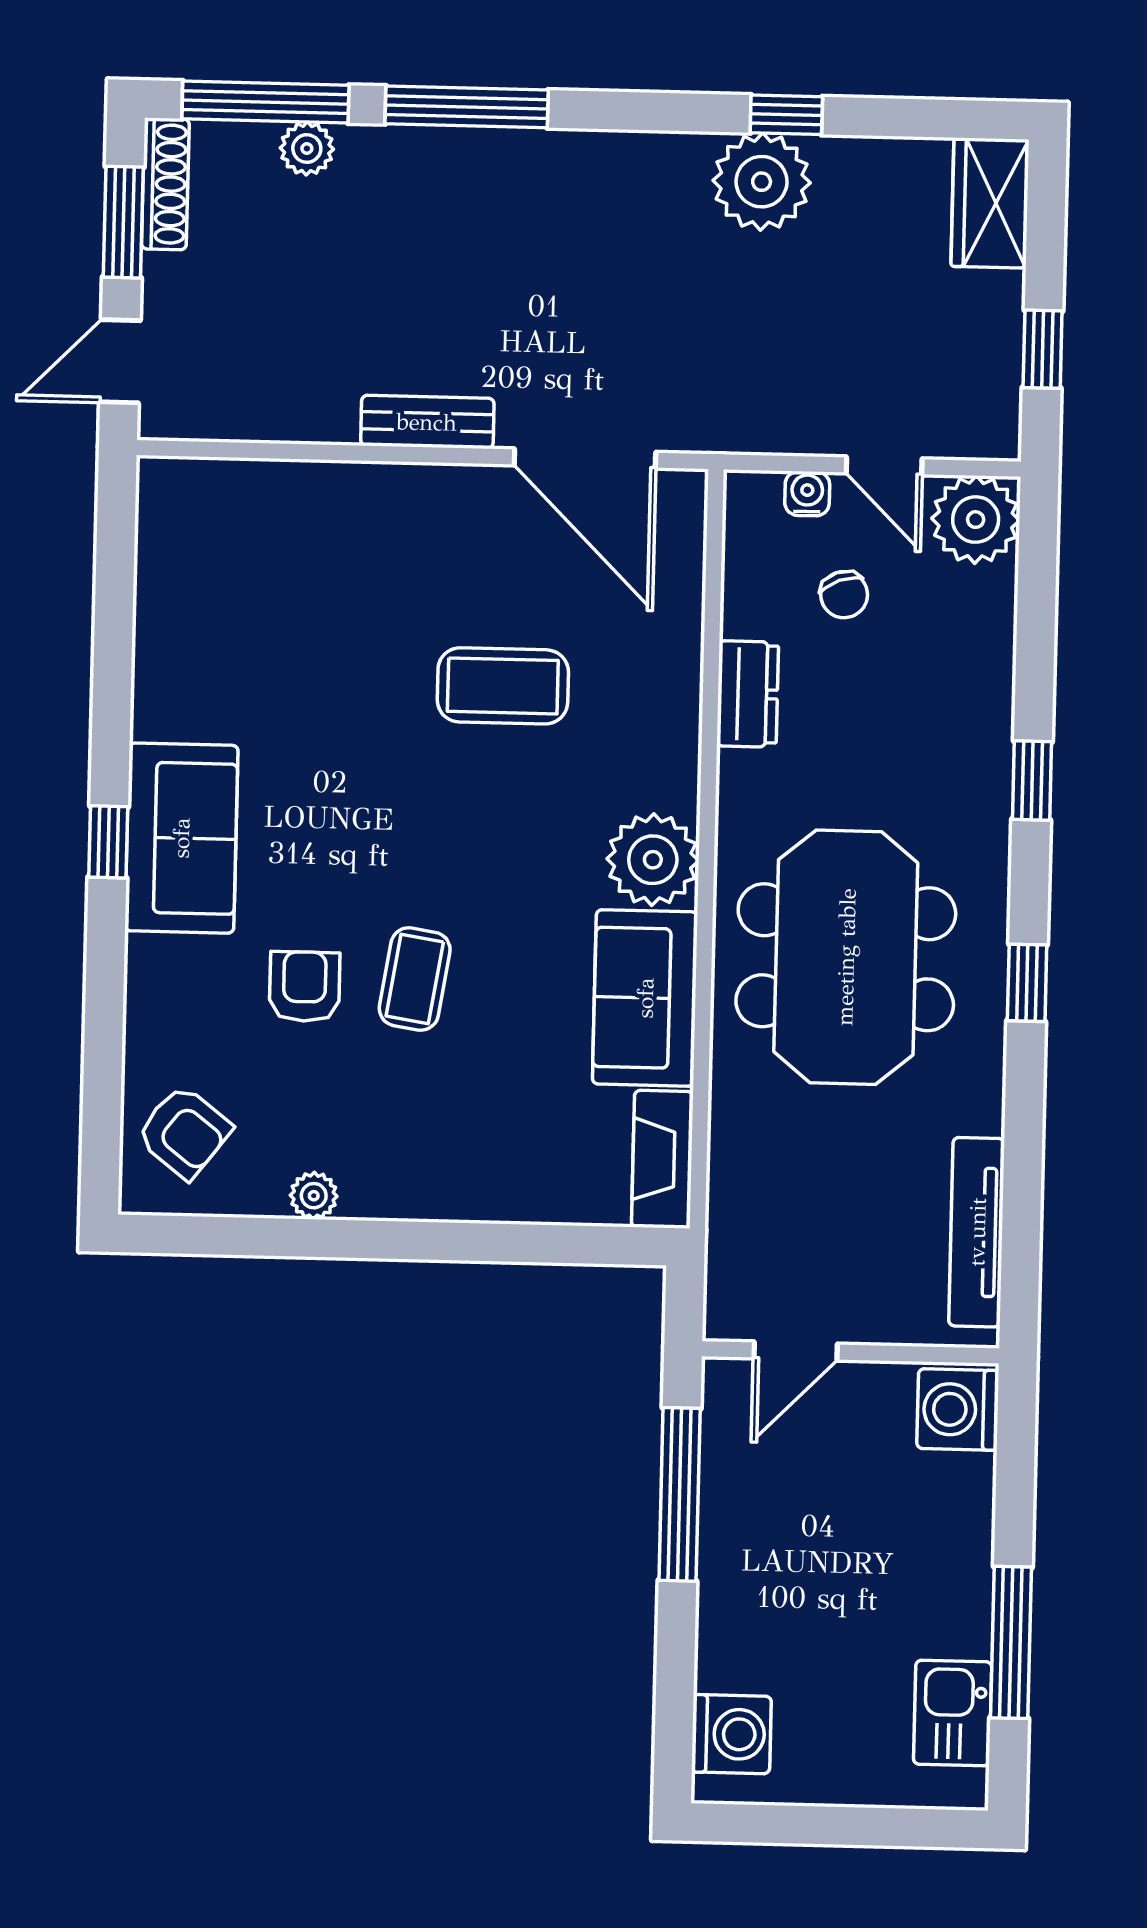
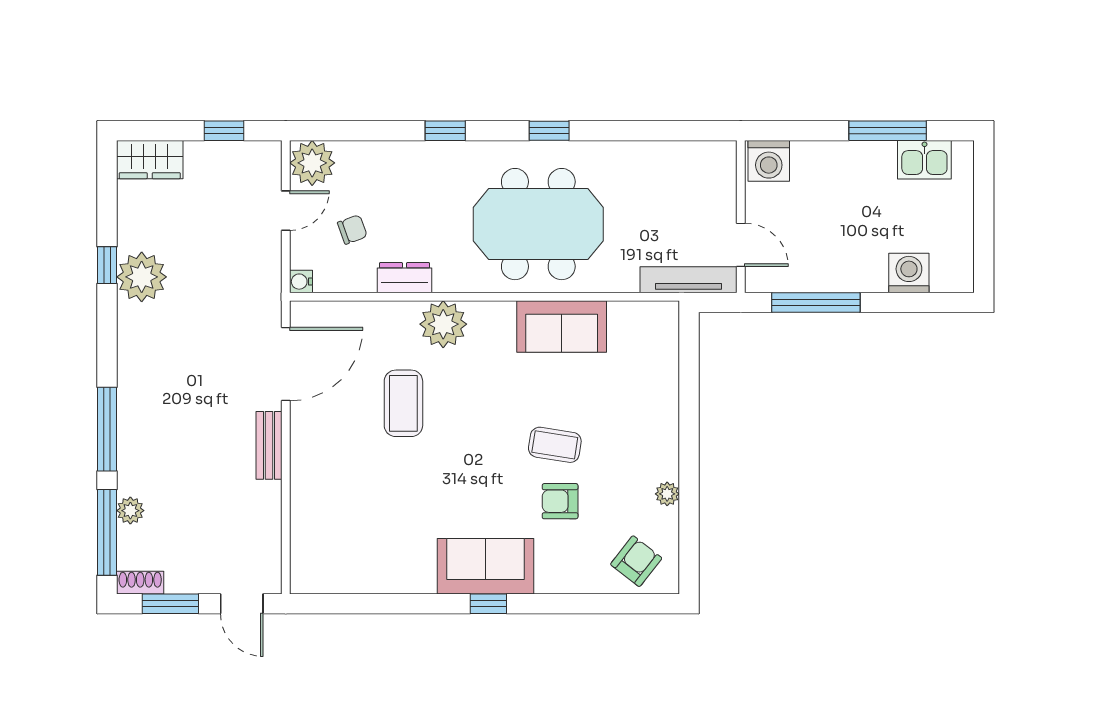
shoe rack: (165, 184) -> (140, 583), width x0.70
water cooler: (807, 494) -> (301, 282), moved
plant: (653, 860) -> (443, 324), moved
fireplace: (662, 1159) -> (644, 316), removed
tv unit: (977, 1232) -> (689, 280), moved, turned 180
washing machine: (731, 1734) -> (909, 273), moved

